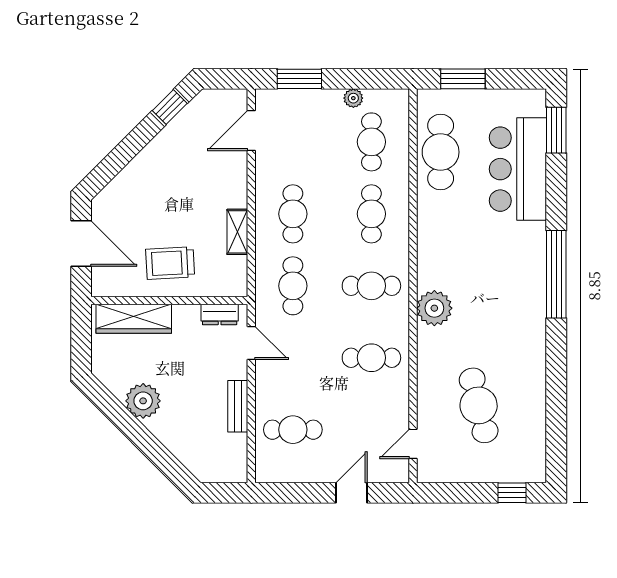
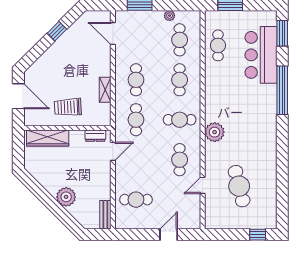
window: (170, 107) -> (57, 31), moved
door: (251, 131) -> (113, 34), hinge flipped
cafe table: (441, 152) -> (218, 45), width x0.73, depth x0.74
window: (556, 274) -> (282, 90), moved
door: (251, 343) -> (113, 151), hinge flipped
cafe table: (371, 358) -> (180, 160), turned 90
plant: (143, 401) -> (66, 197), moved
bench: (238, 406) -> (105, 215), moved
door: (413, 444) -> (203, 185), moved

